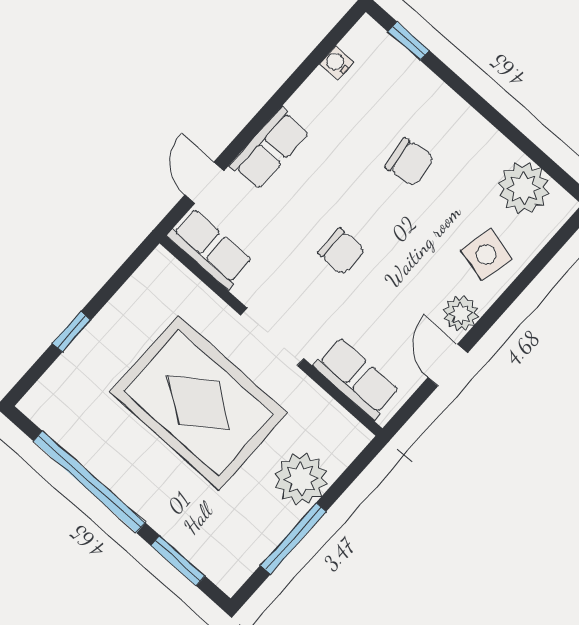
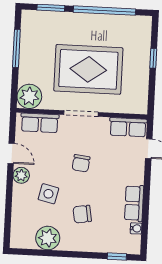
row of seats: (270, 149) -> (134, 203), moved
plant: (524, 188) -> (48, 238), moved
chair: (341, 251) -> (81, 163), turned -83
side table: (486, 255) -> (48, 194), moved
plant: (301, 479) -> (29, 96), moved

